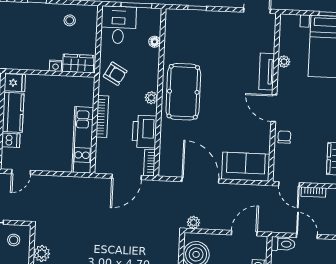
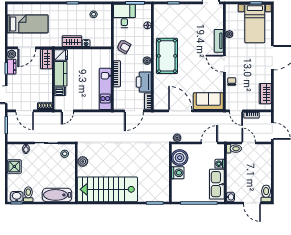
wardrobe: (78, 63) -> (72, 41), moved

